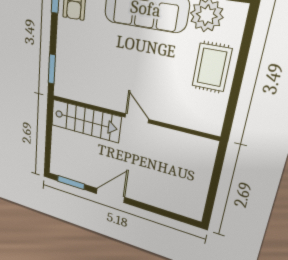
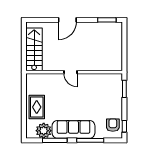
stairs: (85, 121) -> (34, 49), moved, turned 90
door: (110, 195) -> (67, 20), moved

